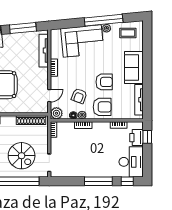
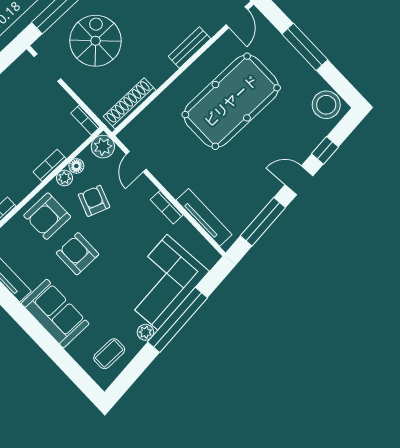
window: (104, 20) -> (178, 320), moved
armchair: (104, 82) -> (78, 254), turned 90
spiral stairs: (22, 156) -> (96, 41), turned 90

